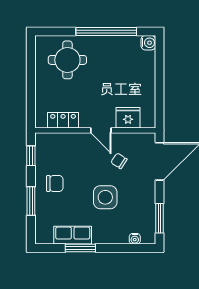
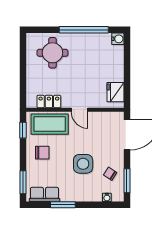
fridge: (128, 118) -> (115, 92), moved, turned -90
coffee table: (64, 148) -> (50, 124), added
chair: (119, 161) -> (110, 174), moved
window: (31, 201) -> (23, 182), moved
row of seats: (73, 235) -> (44, 194), moved

